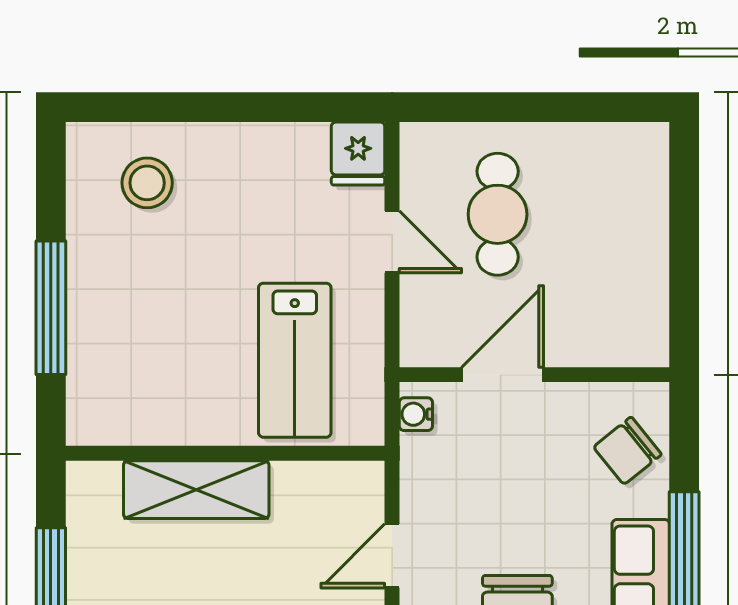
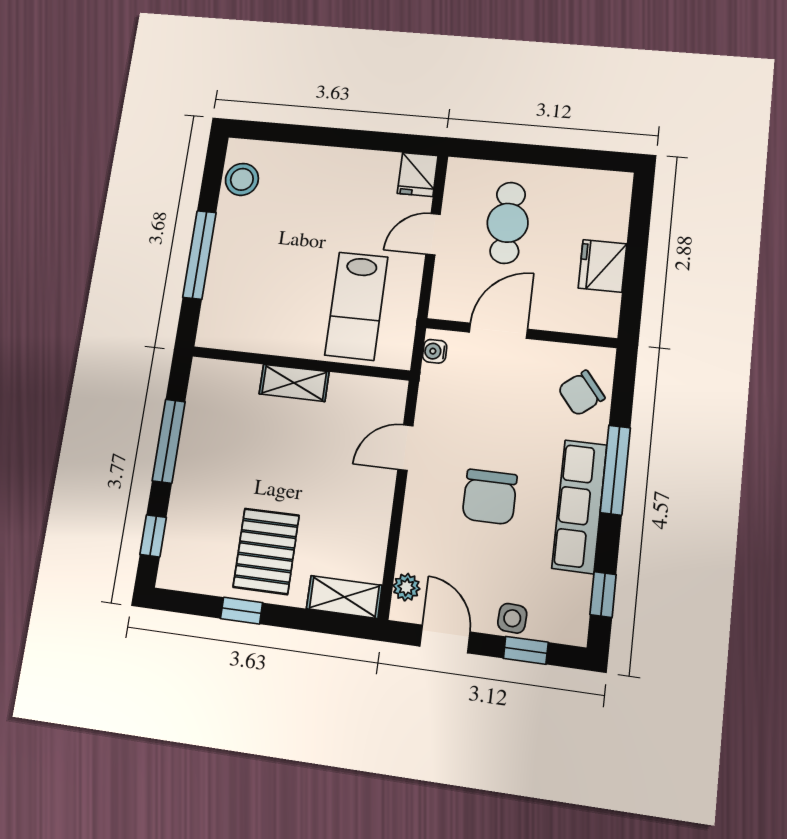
stool: (147, 183) -> (242, 179), moved
door: (392, 242) -> (433, 234), swing flipped
fridge: (639, 265) -> (602, 266), added
shelving: (196, 490) -> (294, 383), width x0.67, depth x0.75

